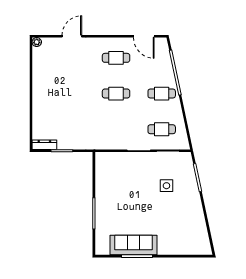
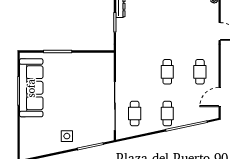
side table: (166, 186) -> (67, 136), moved
sofa: (133, 245) -> (31, 88), width x1.36, depth x1.27

